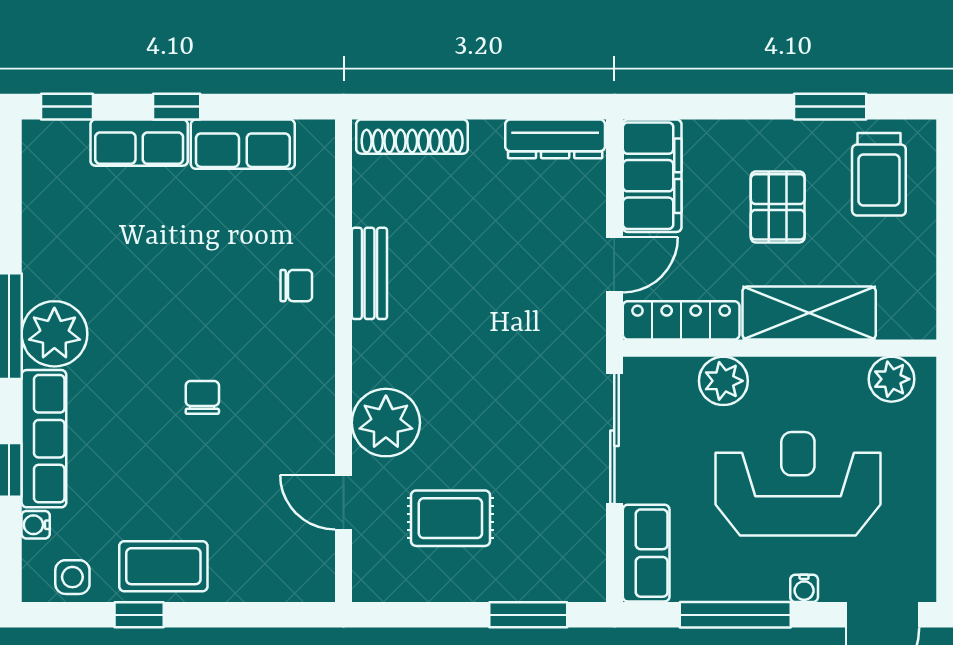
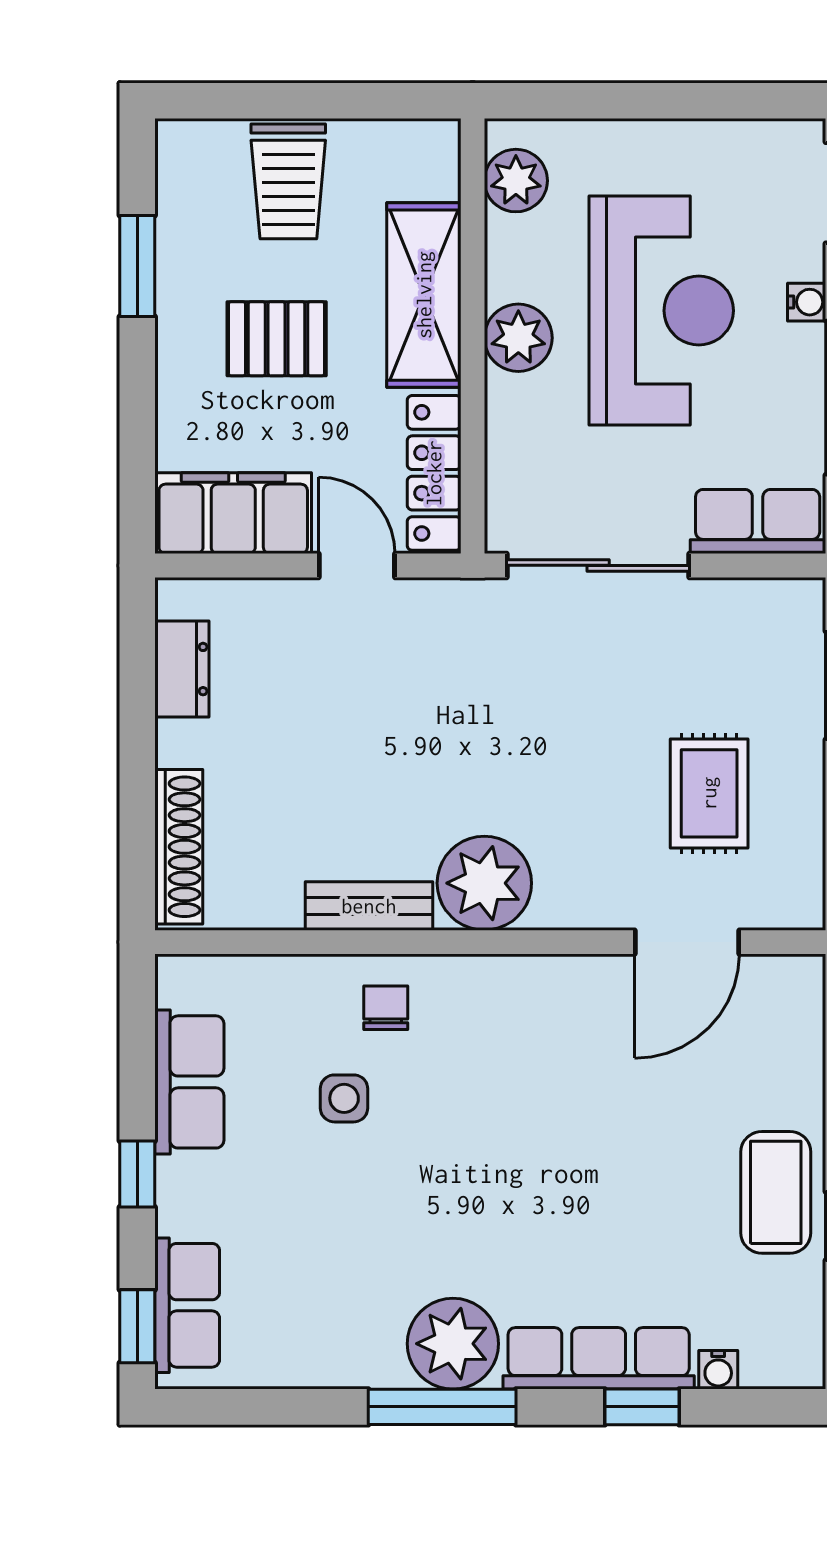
dresser: (555, 139) -> (182, 669), width x0.70
row of seats: (139, 143) -> (187, 1305), moved
trolley: (879, 174) -> (288, 181), moved, turned 90
plant: (723, 381) -> (518, 338), moved
chair: (202, 397) -> (541, 1138), removed
plant: (386, 423) -> (484, 883), moved
reception desk: (798, 484) -> (661, 311), turned 180
door: (344, 502) -> (687, 942), width x1.38
side table: (72, 577) -> (344, 1098), moved

